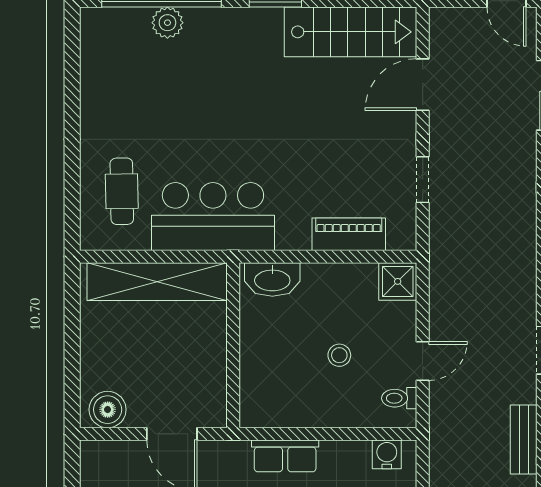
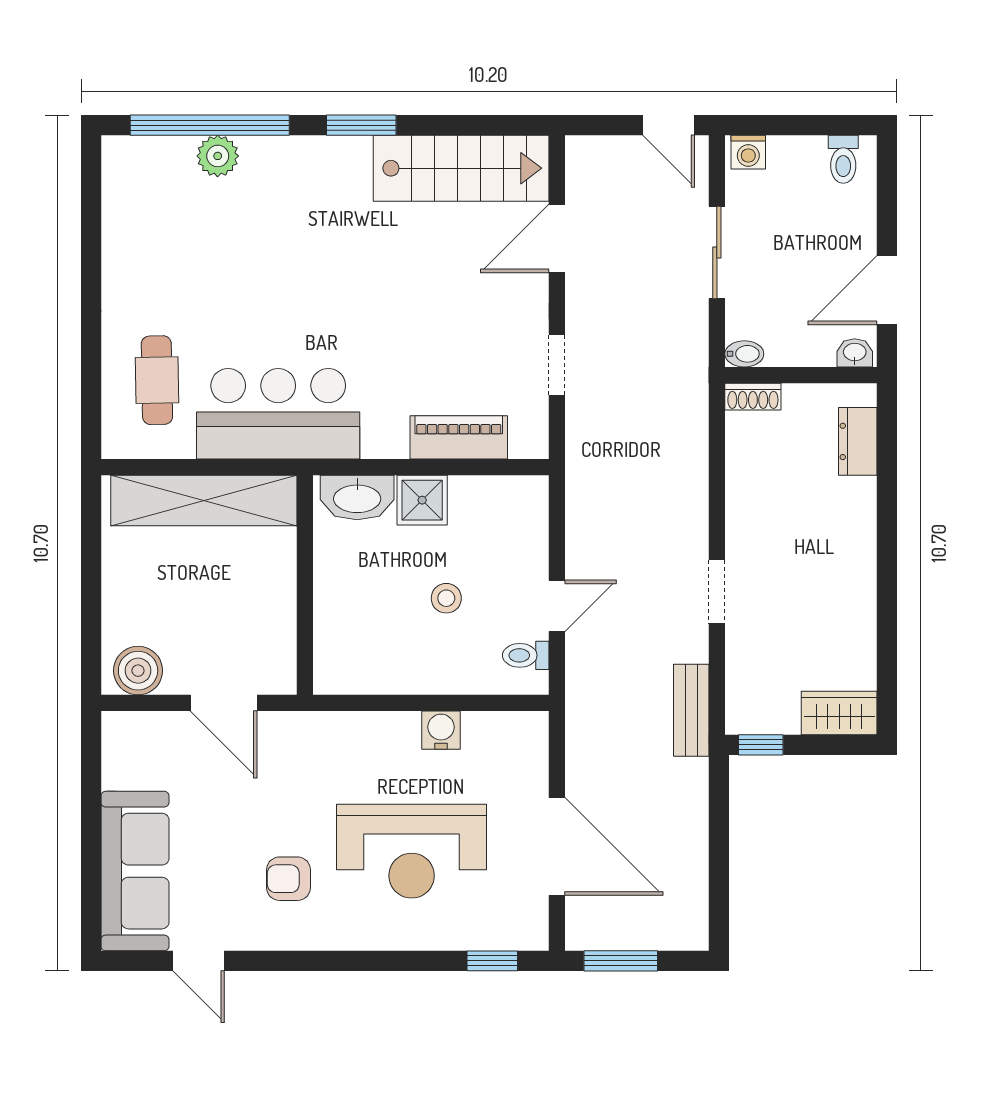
shower: (398, 281) -> (422, 500), moved
water cooler: (387, 454) -> (441, 730), moved
row of seats: (285, 456) -> (374, 732), removed

